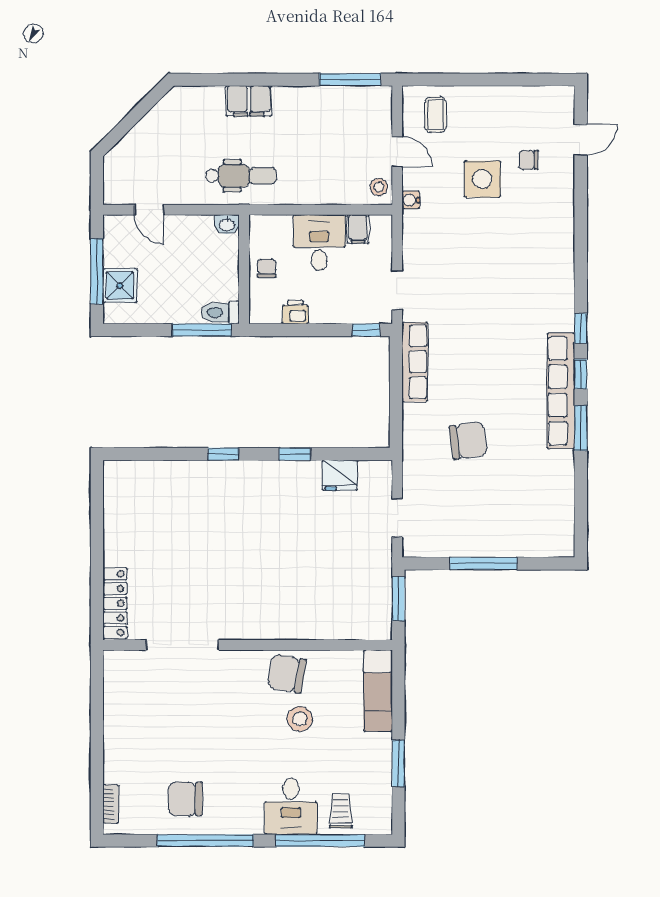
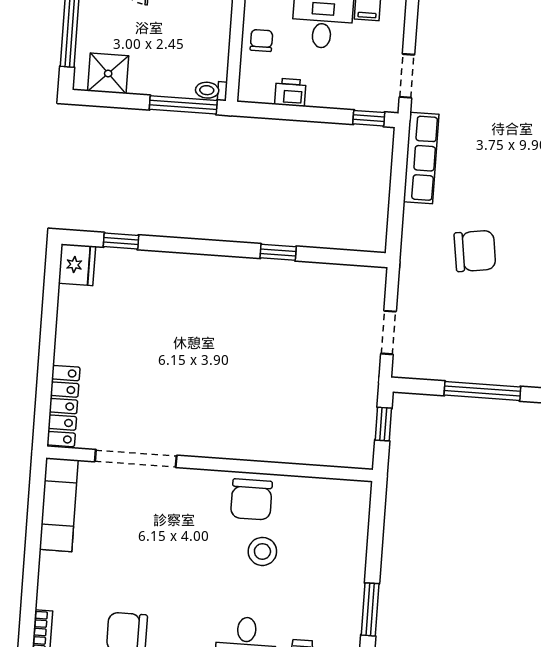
shower: (120, 285) -> (108, 73), moved
toilet: (220, 312) -> (211, 90), width x0.73, depth x0.72
window: (223, 454) -> (121, 241), moved
fridge: (340, 475) -> (77, 265), moved, turned -90
window: (398, 599) -> (383, 424), width x0.67
chair: (287, 674) -> (251, 499), turned -100
exam couch: (378, 691) -> (59, 505), moved, turned 180

